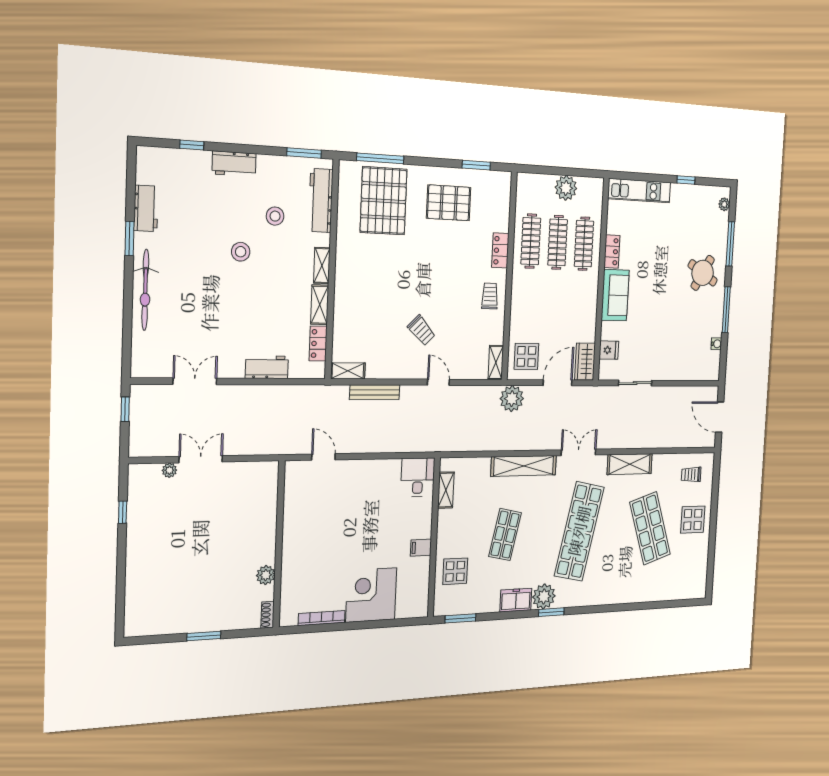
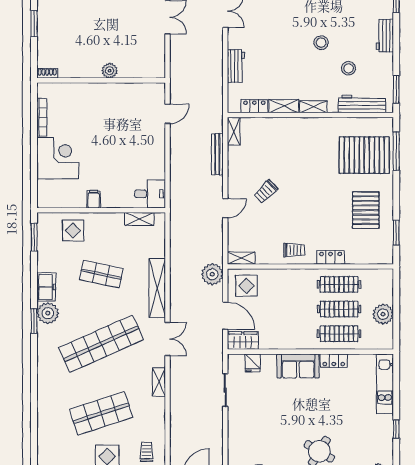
shelving: (630, 464) -> (159, 382), width x0.67, depth x0.75
shop shelf: (579, 531) -> (101, 344), turned -36
plant: (266, 575) -> (110, 71), moved

